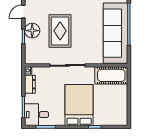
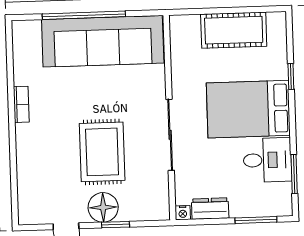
rug: (60, 31) -> (102, 152), turned 90
cot: (111, 75) -> (234, 30), moved, turned 90
desk: (37, 115) -> (267, 160), moved, turned -90

